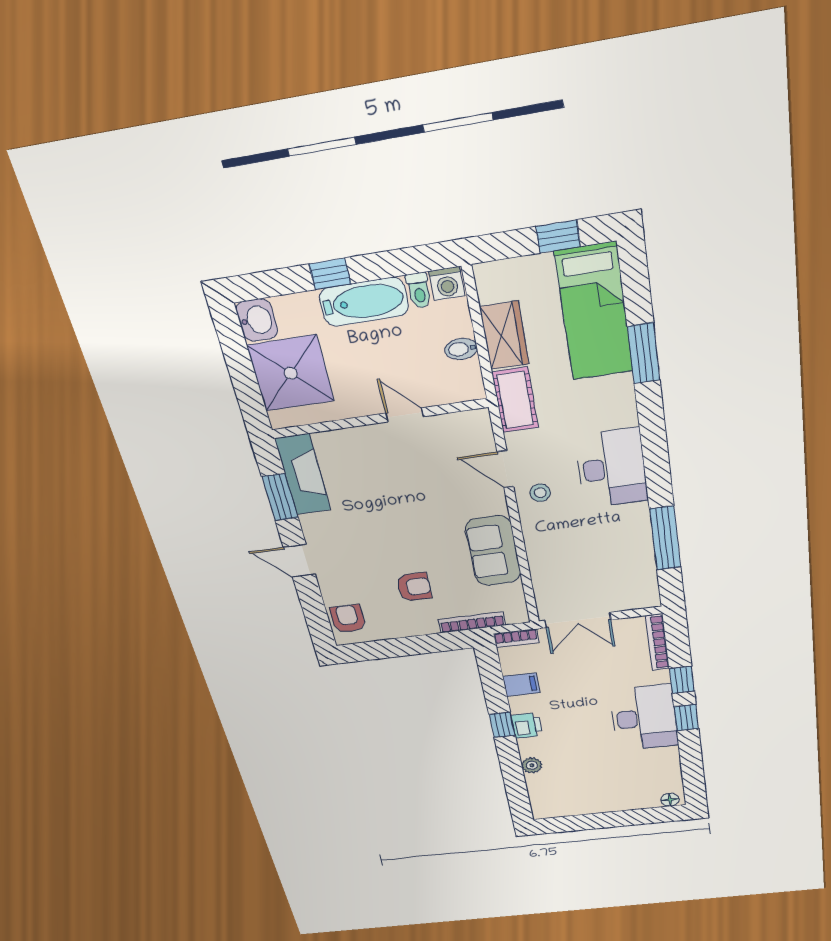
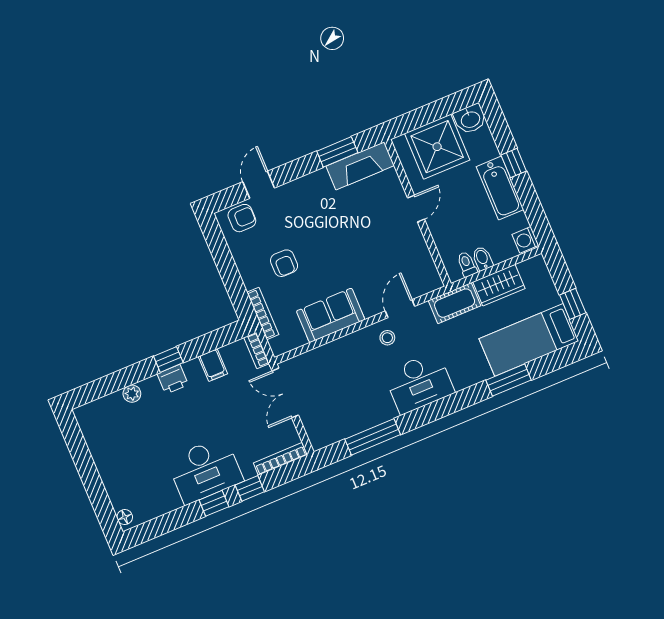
toilet: (419, 290) -> (467, 264), moved, turned 90
door: (405, 415) -> (416, 209), moved
door: (299, 561) -> (259, 185), moved

